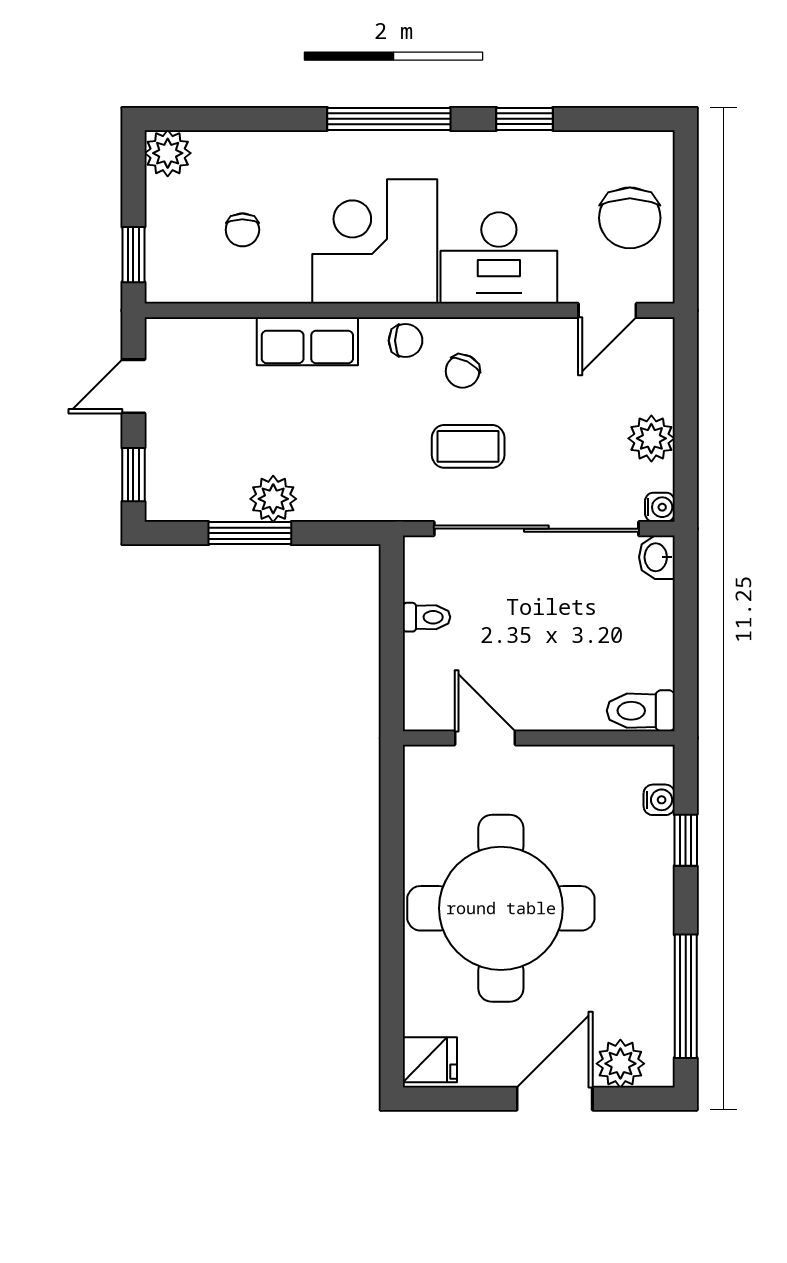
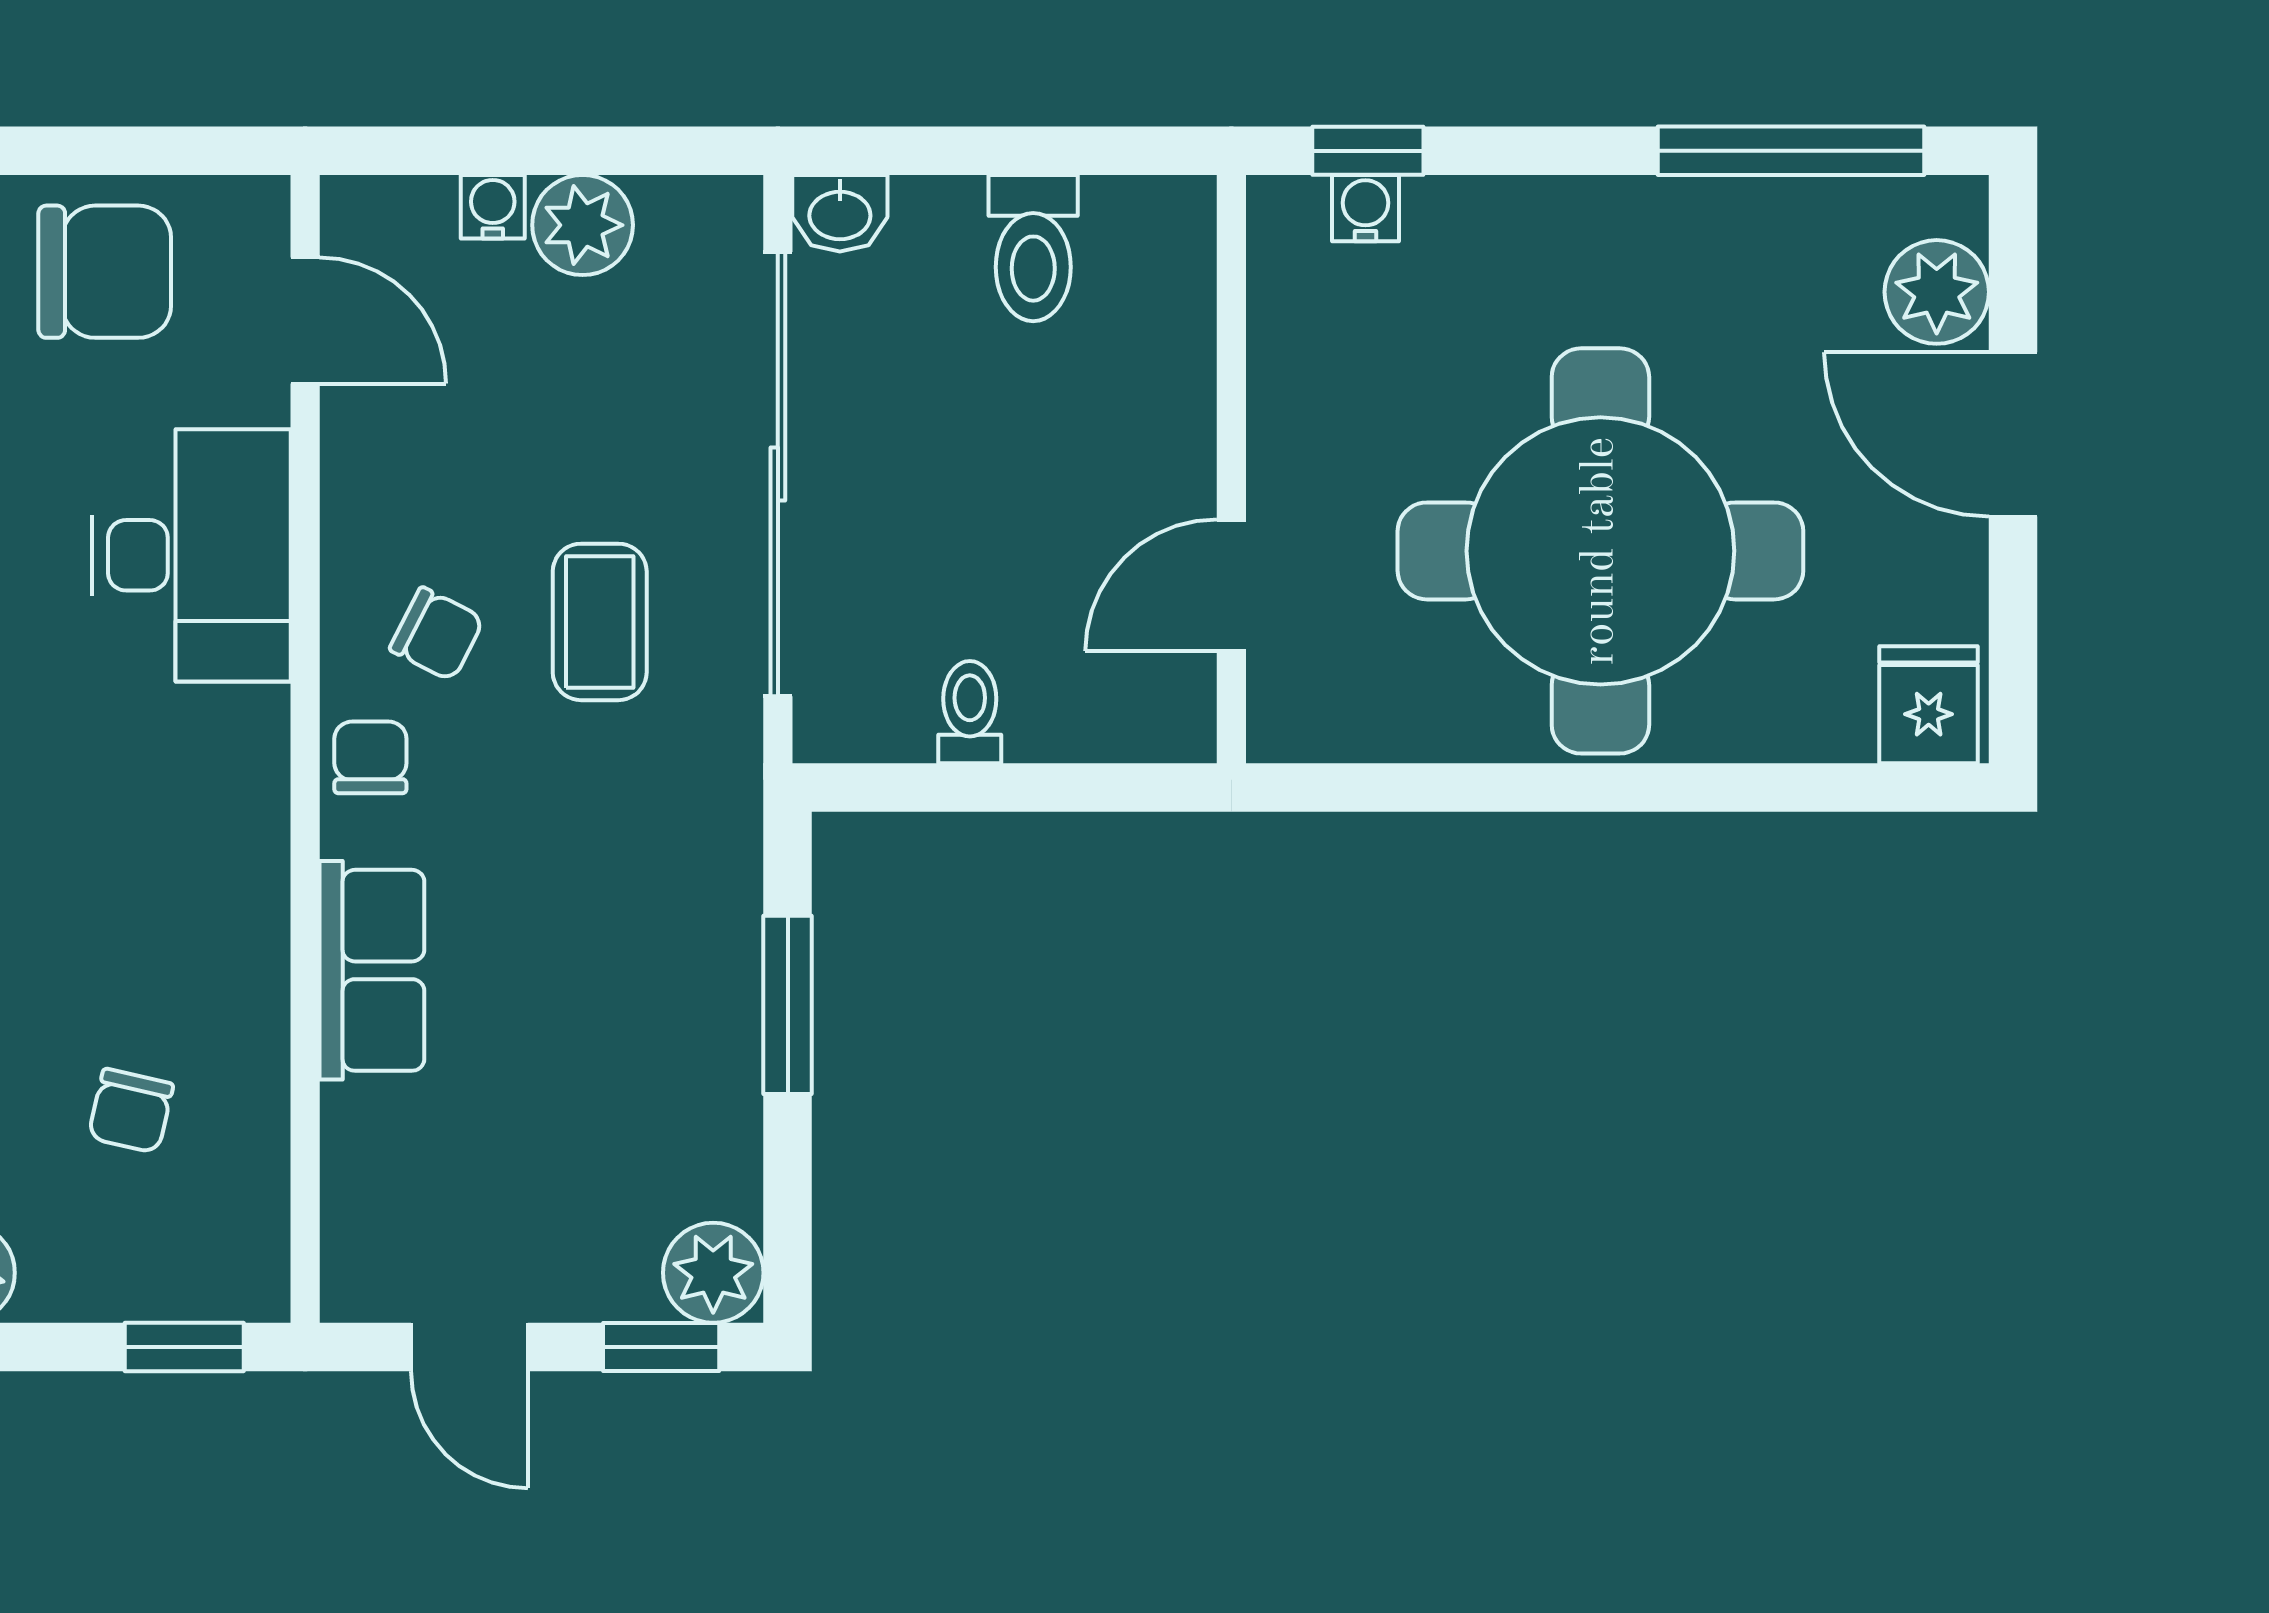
chair: (242, 230) -> (131, 1111), turned 103
corner desk: (375, 241) -> (156, 824), removed
plant: (273, 499) -> (713, 1273), moved
water cooler: (660, 507) -> (493, 207), moved
window: (250, 533) -> (788, 1005), moved
toilet: (641, 711) -> (1033, 248), moved
window: (686, 840) -> (1368, 151), moved

